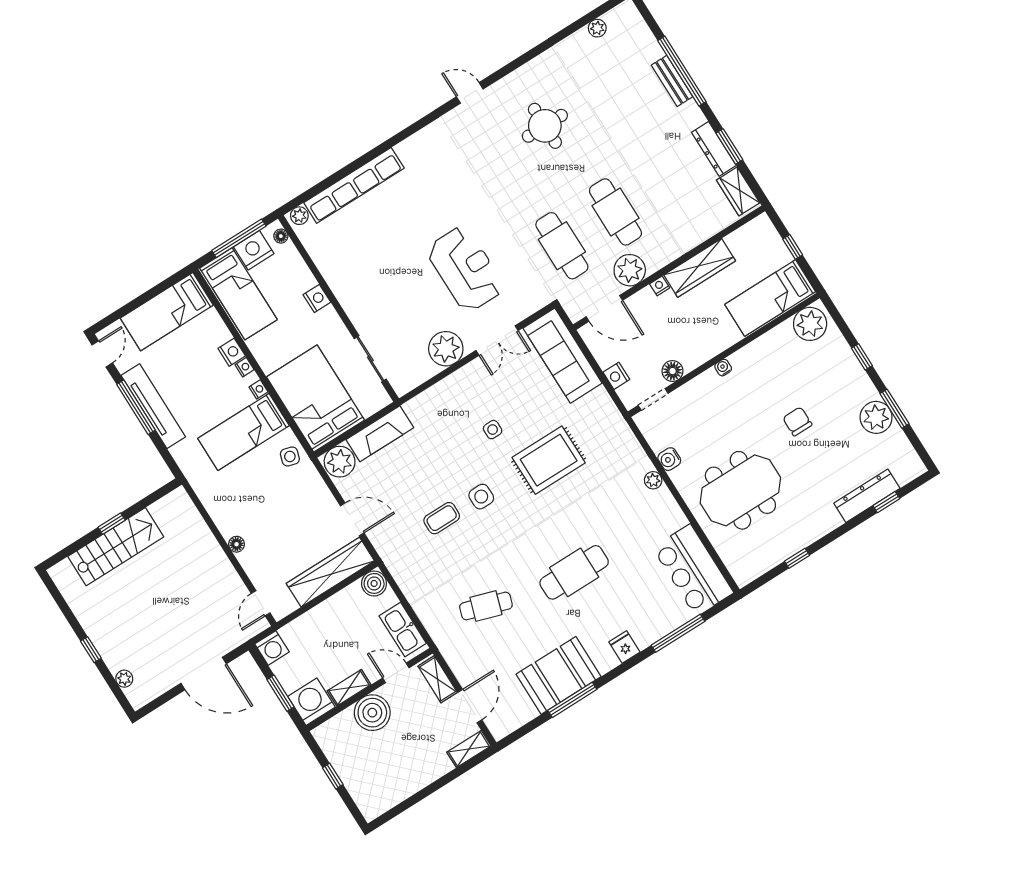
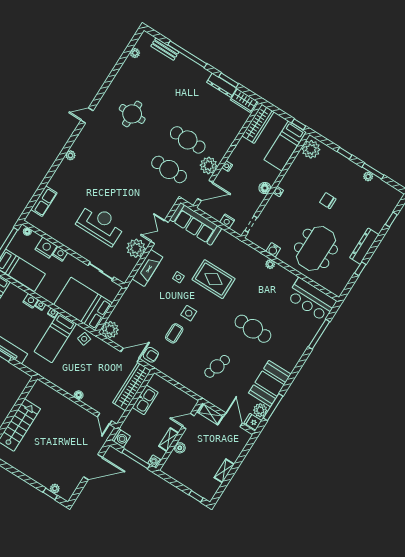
bench: (672, 81) -> (165, 49), moved
row of seats: (354, 185) -> (44, 201), width x0.50
plant: (299, 216) -> (70, 155), moved
window: (793, 247) -> (299, 124), moved
nightstand: (254, 250) -> (46, 248), moved, turned 90
wardrobe: (700, 268) -> (258, 124), moved
reception desk: (465, 269) -> (101, 224), moved
double door: (497, 341) -> (159, 232), swing flipped
floor lamp: (673, 371) -> (265, 188), moved
plant: (876, 417) -> (368, 176), width x0.53, depth x0.53
fireplace: (380, 434) -> (147, 268), moved
rug: (549, 460) -> (214, 279), turned 90
dresser: (867, 496) -> (364, 246), moved
window: (112, 524) -> (12, 415), removed
armchair: (387, 535) -> (151, 355), added
cafe table: (574, 572) -> (253, 329), turned 90
boiler: (374, 583) -> (156, 382), removed
kitchen sink: (403, 630) -> (145, 400), moved, turned -90
fridge: (624, 647) -> (253, 422), moved
window: (91, 650) -> (50, 494), moved
window: (281, 693) -> (136, 459), width x1.44
window: (572, 700) -> (273, 407), moved
washing machine: (311, 702) -> (155, 462), width x0.53, depth x0.53
plant: (522, 712) -> (260, 410), added
boiler: (372, 713) -> (180, 448), width x0.54, depth x0.54
shelving: (469, 749) -> (224, 471), moved
window: (333, 776) -> (196, 496), moved

